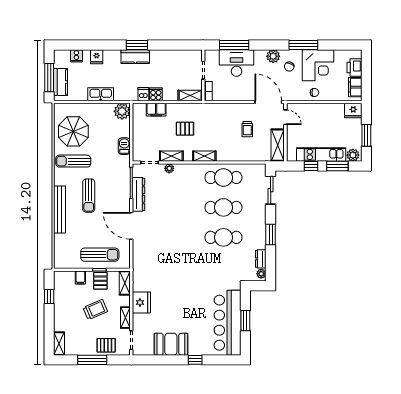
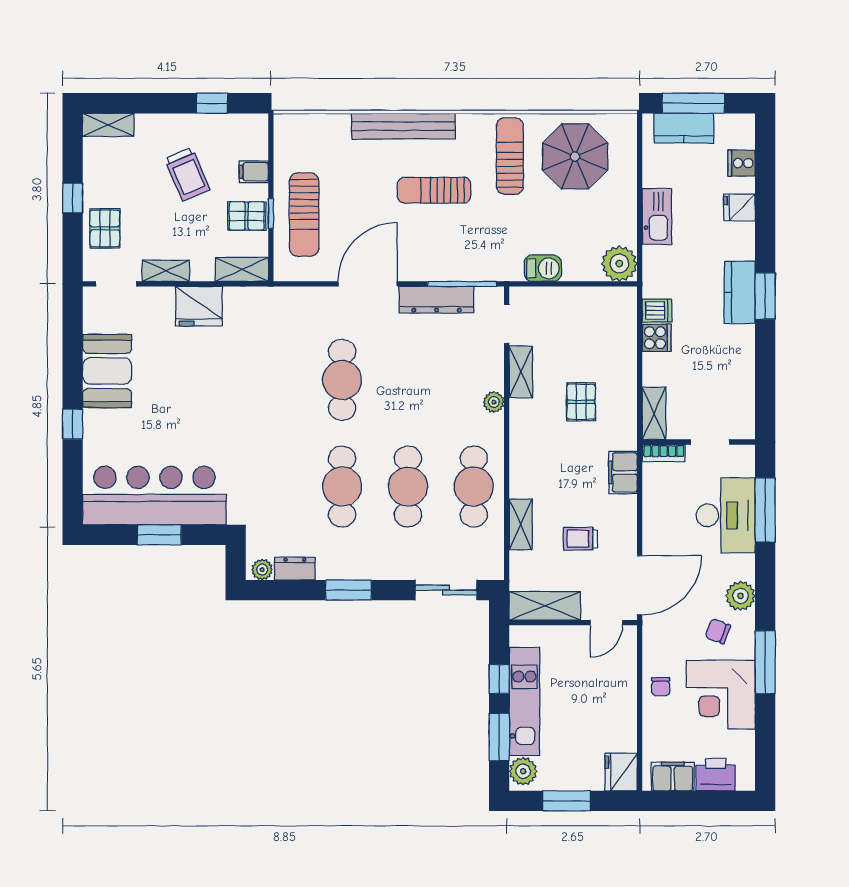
filing cabinet: (156, 110) -> (623, 472), moved
shelving: (204, 156) -> (521, 524), moved
plant: (169, 168) -> (494, 402), moved
cafe table: (175, 237) -> (342, 380), added
trolley: (95, 310) -> (187, 174), moved
window: (92, 360) -> (73, 198), width x0.46

